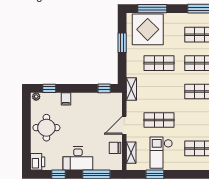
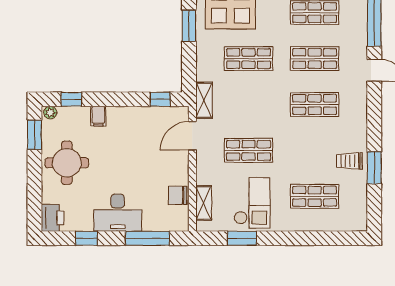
window: (26, 110) -> (34, 135), added
door: (124, 125) -> (192, 136), moved
checkout: (161, 153) -> (252, 203), turned 180

